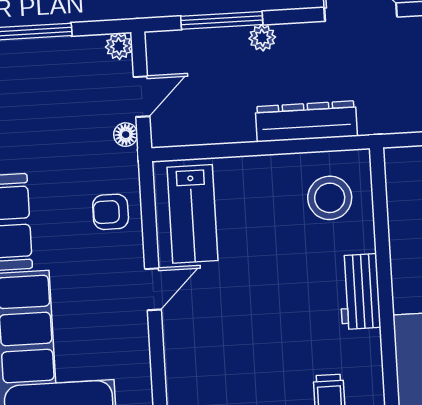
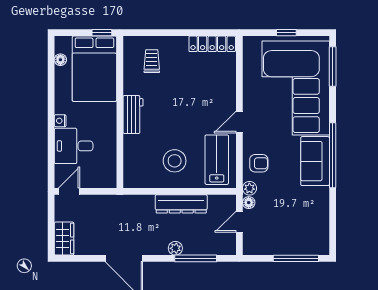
plant: (119, 46) -> (249, 188), moved
dresser: (306, 121) -> (181, 204), moved
stool: (330, 198) -> (175, 161), moved

